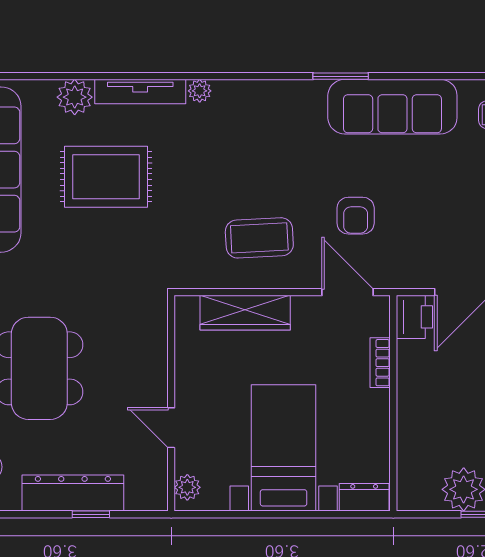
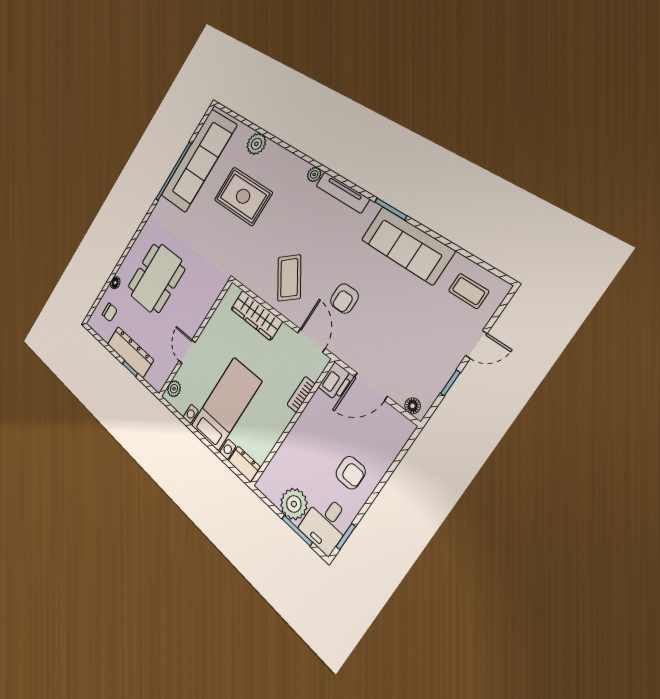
tv unit: (140, 92) -> (343, 192), moved
coffee table: (259, 238) -> (289, 278), turned 56

